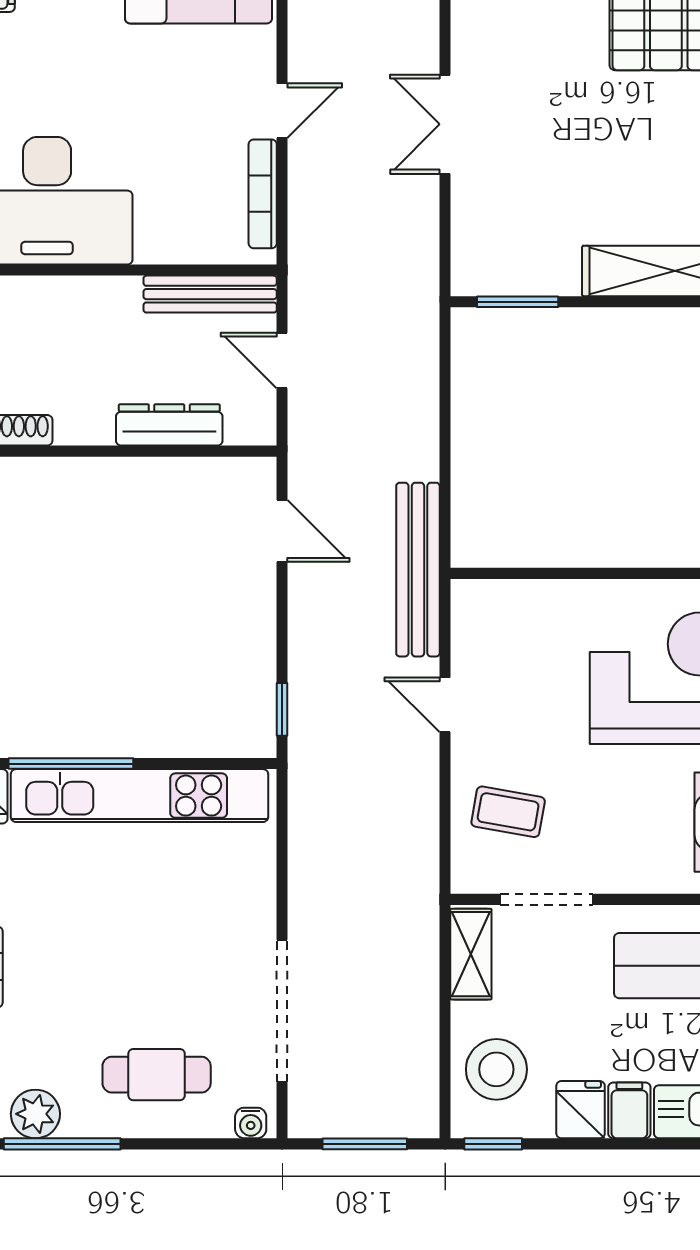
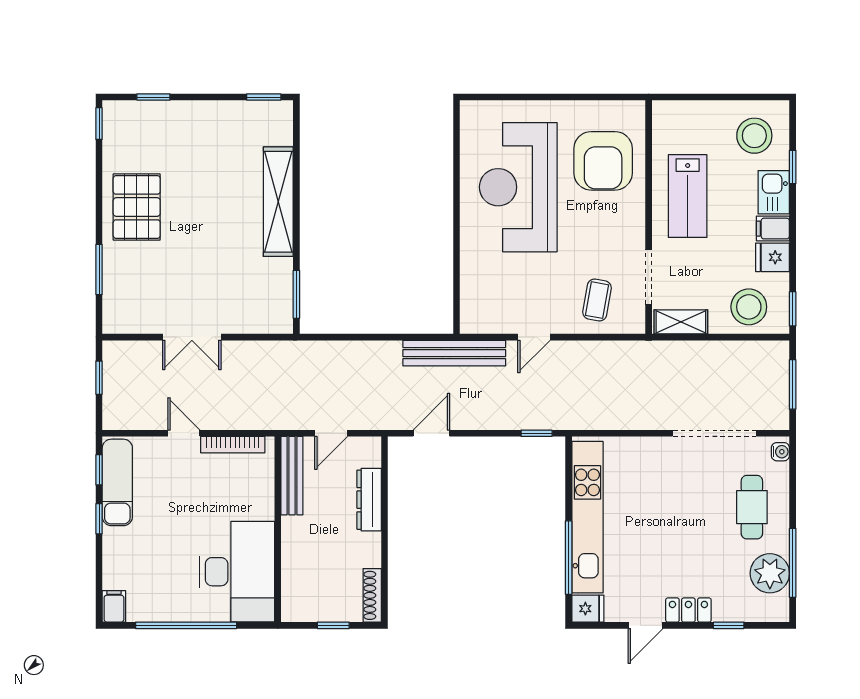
plant: (35, 1114) -> (770, 573), width x1.36, depth x1.36

